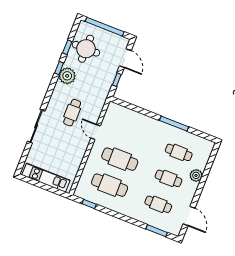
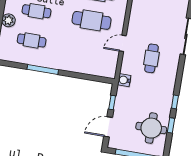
door: (125, 58) -> (108, 127), hinge flipped
plant: (67, 76) -> (165, 96), removed
water cooler: (101, 98) -> (124, 80), added
door: (96, 132) -> (123, 43), swing flipped

